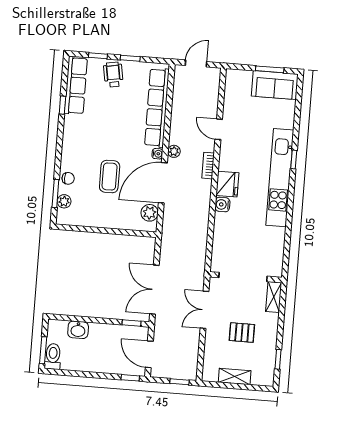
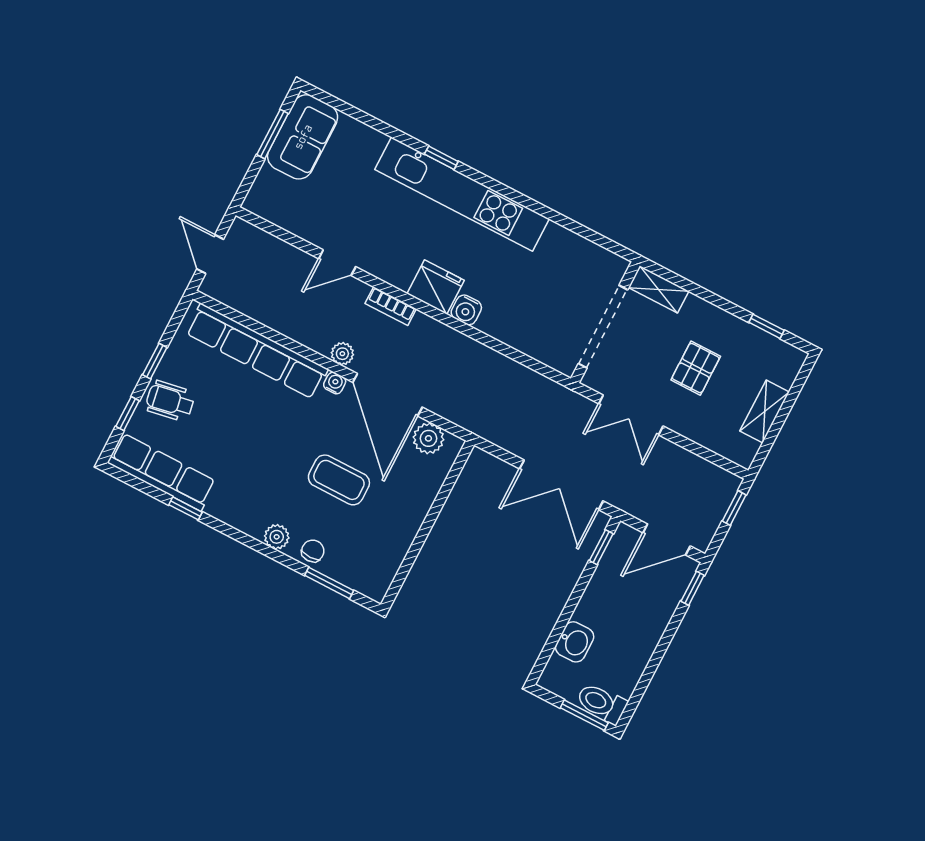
plant: (64, 201) -> (277, 537), moved

